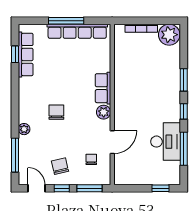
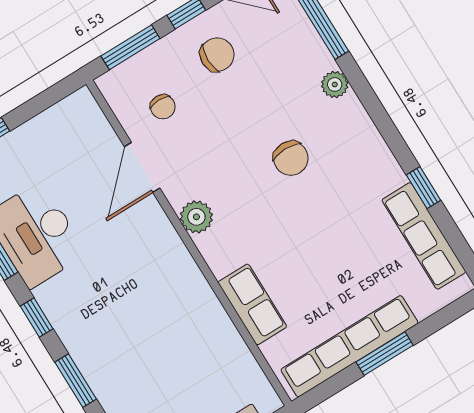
window: (66, 21) -> (385, 354), width x0.69
window: (15, 54) -> (424, 188), moved
row of seats: (103, 88) -> (252, 304), moved
chair: (60, 166) -> (217, 55), turned -77

